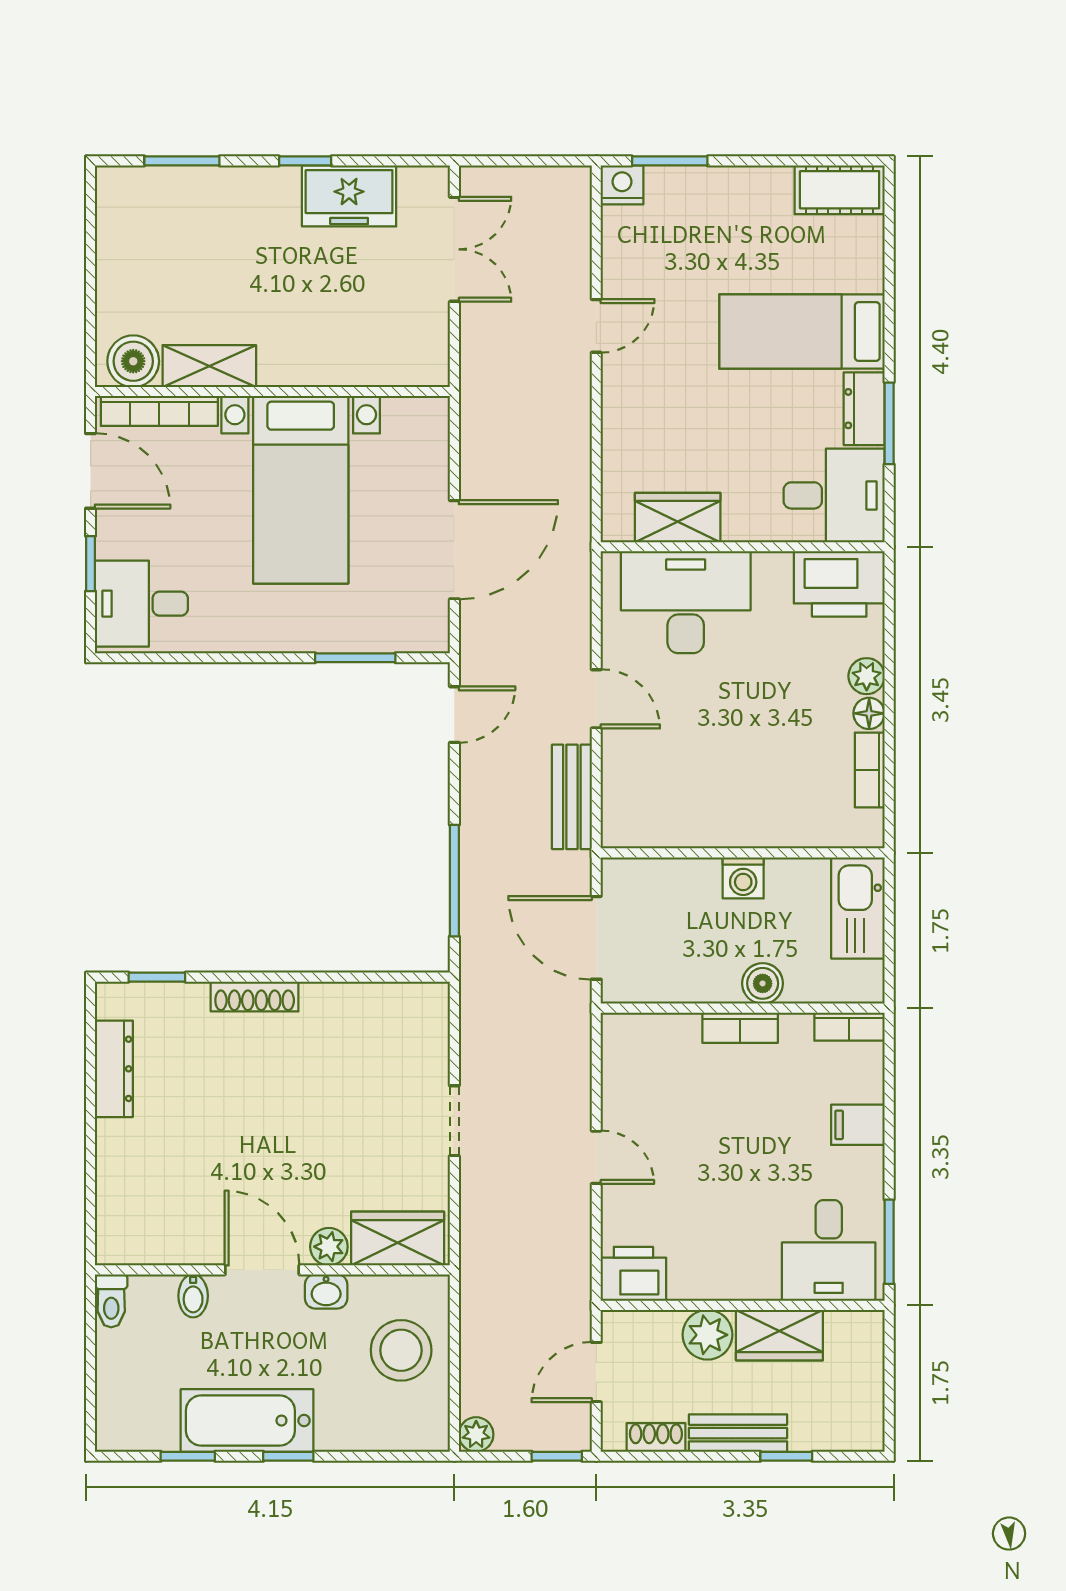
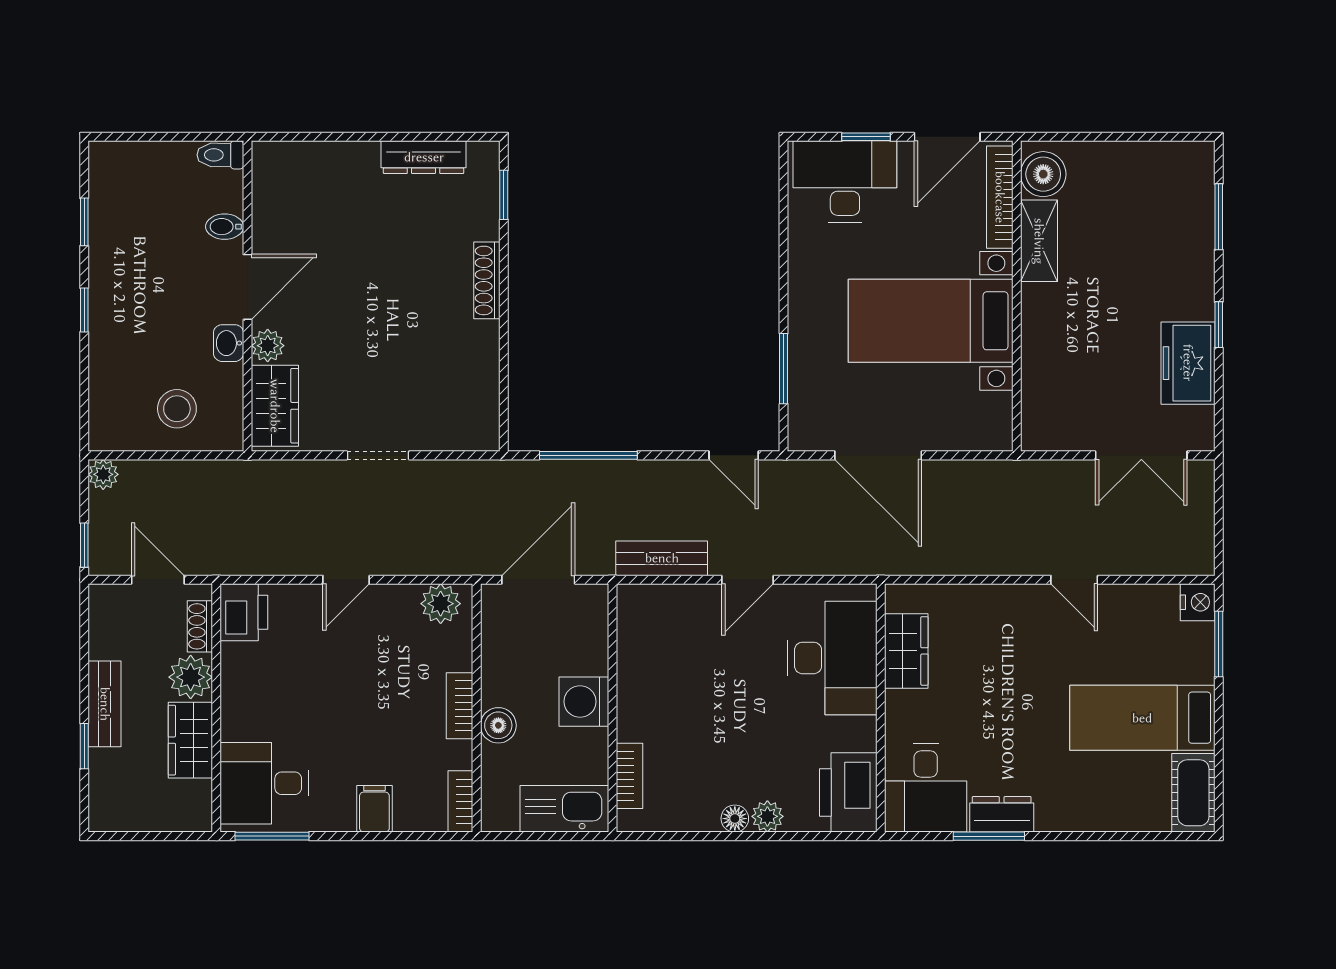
bed: (802, 332) -> (1142, 718), moved, turned -90
desk: (141, 604) -> (845, 181), width x1.37
bookcase: (870, 770) -> (630, 776), moved, turned 90
washing machine: (743, 878) -> (584, 702), width x1.38, depth x1.38
plant: (624, 1049) -> (441, 604), added
stool: (401, 1350) -> (177, 409), width x0.73, depth x0.73
bathtub: (247, 1421) -> (115, 274), removed
shoe rack: (656, 1438) -> (200, 626), moved, turned 180

